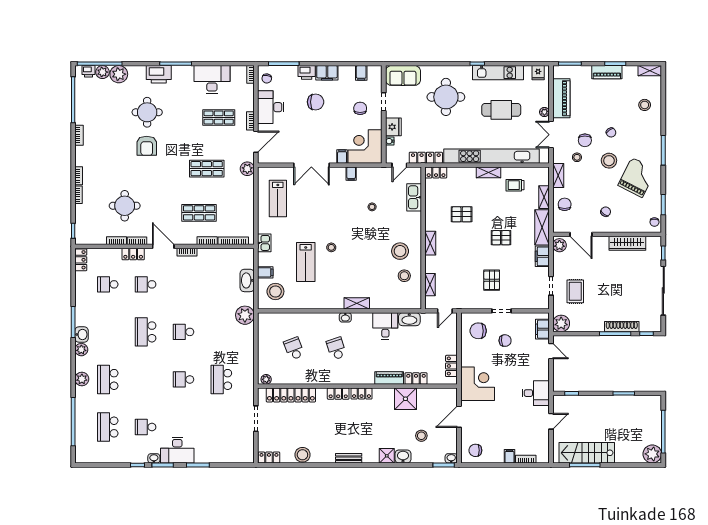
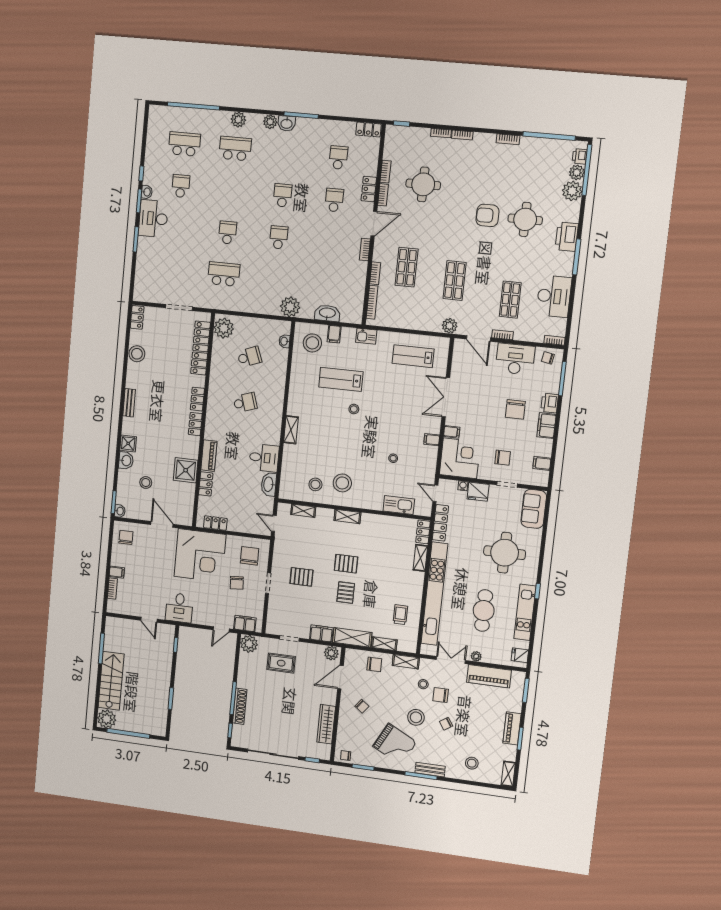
bench: (656, 142) -> (430, 770), added
shelving: (488, 172) -> (420, 558), moved
pallet: (462, 214) -> (346, 564), moved, turned 90
washbasin: (345, 317) -> (284, 341), moved
school desk: (146, 332) -> (283, 195), width x0.54
plant: (266, 379) -> (224, 328), width x1.87, depth x1.87
corner desk: (478, 384) -> (200, 555), width x1.36, depth x1.36
stairs: (587, 453) -> (111, 681), moved

